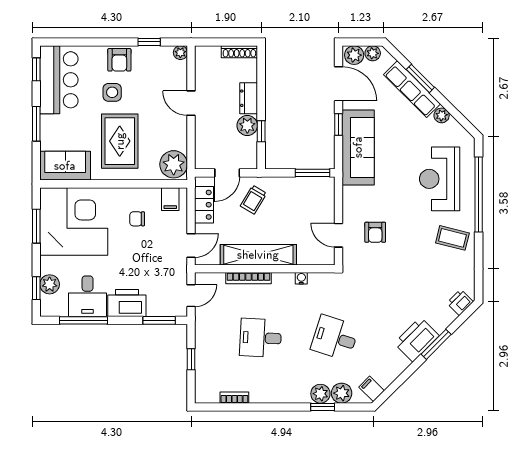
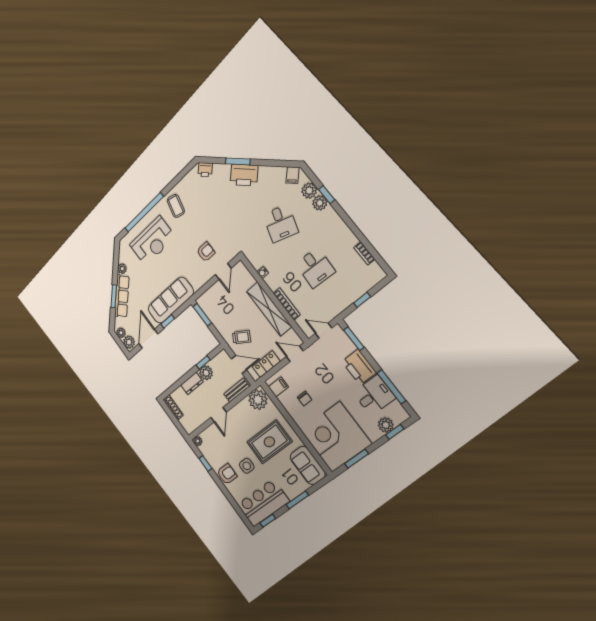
bench: (202, 147) -> (237, 390), added

